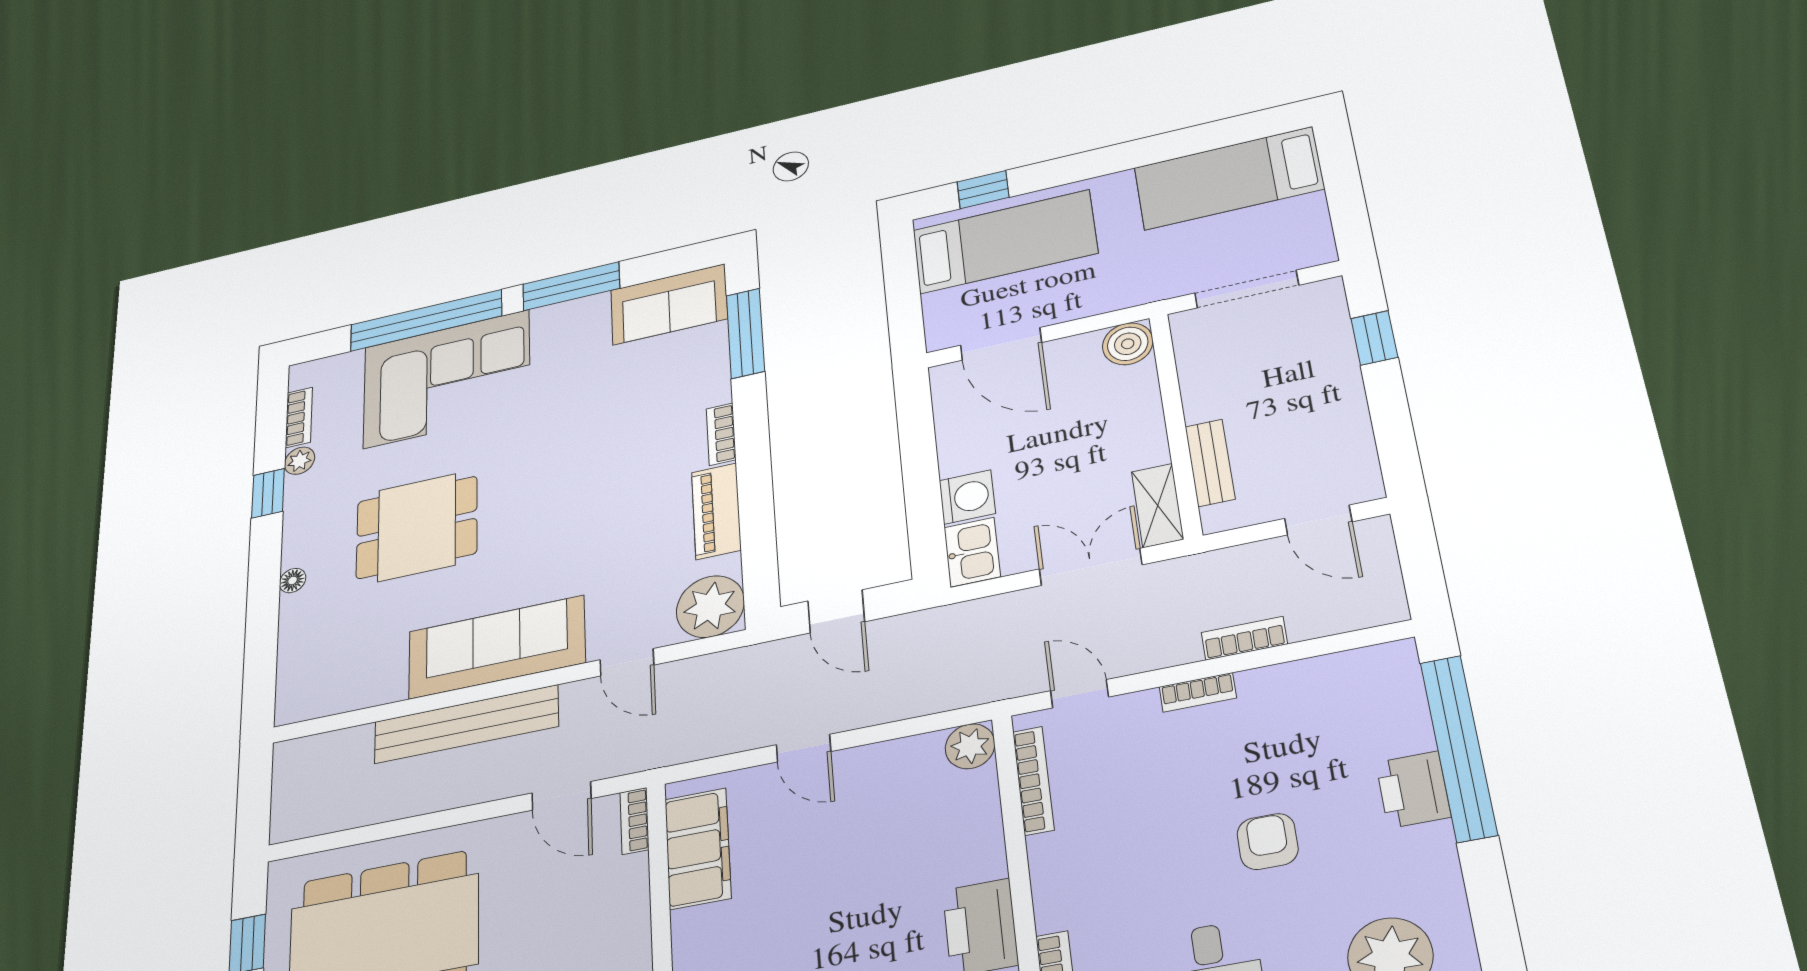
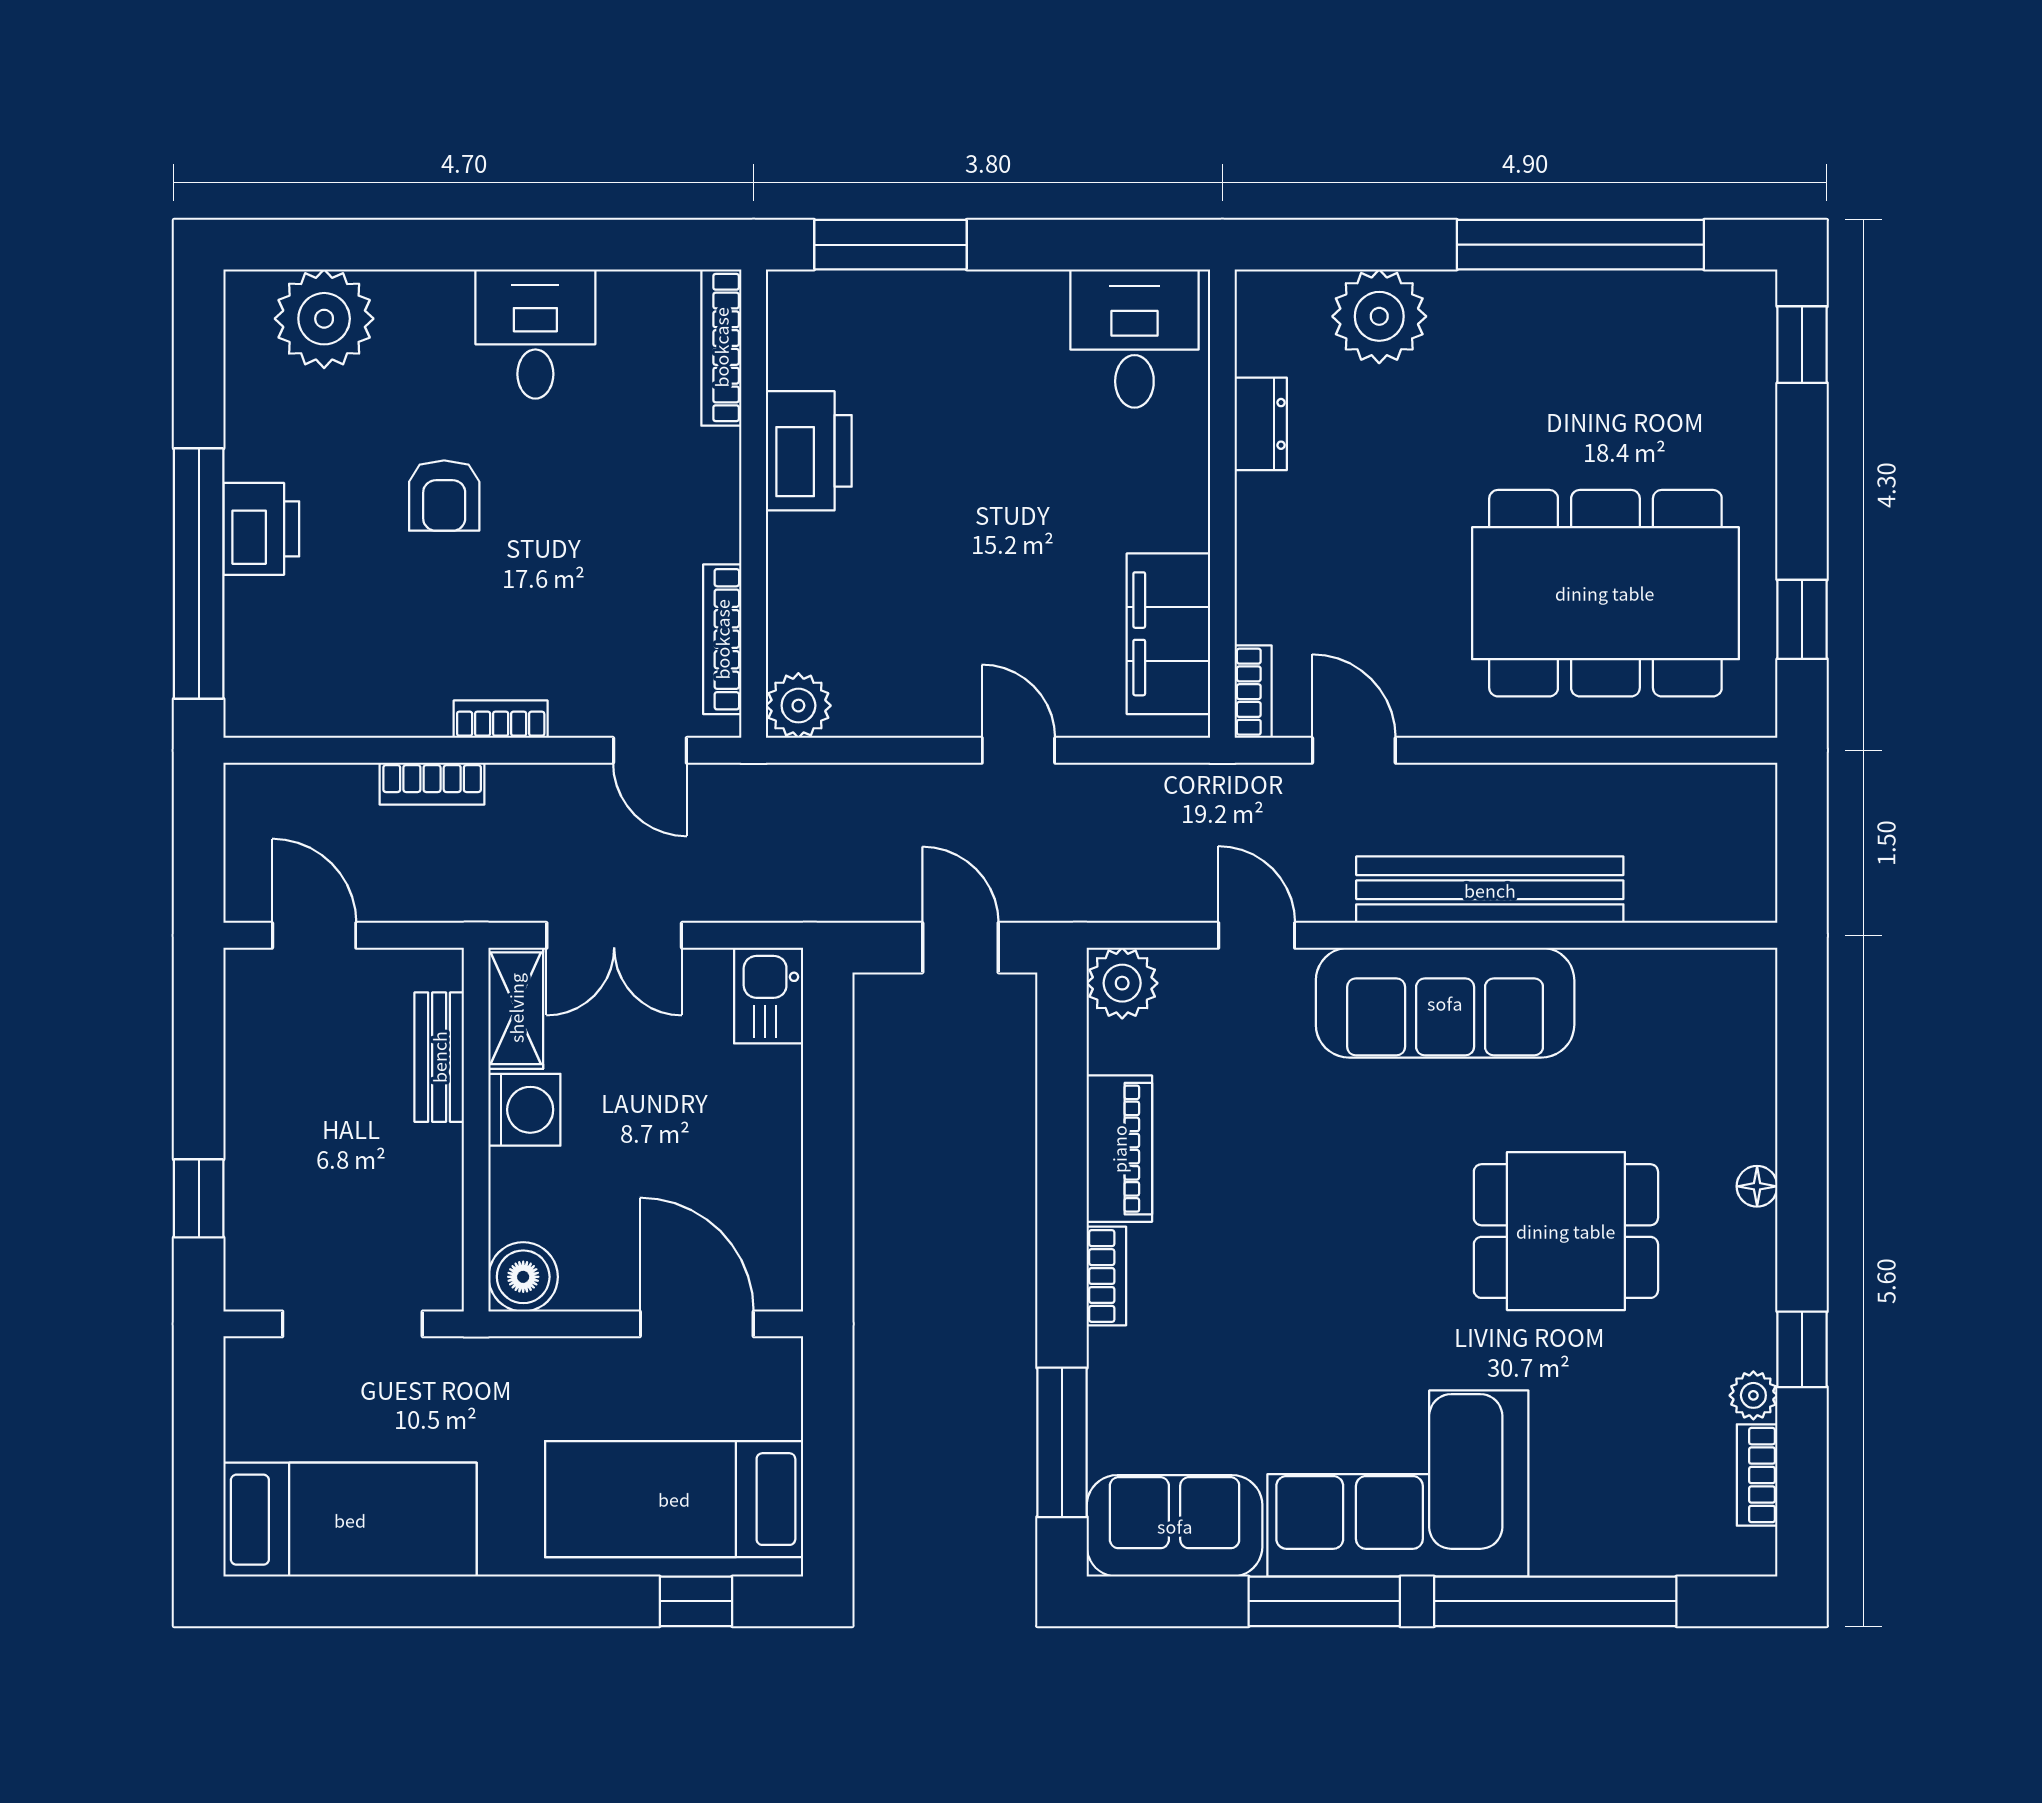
corner sofa: (446, 379) -> (1398, 1484), moved
washing machine: (967, 497) -> (524, 1110), moved, turned 180
plant: (710, 607) -> (1122, 983), width x0.73, depth x0.73

